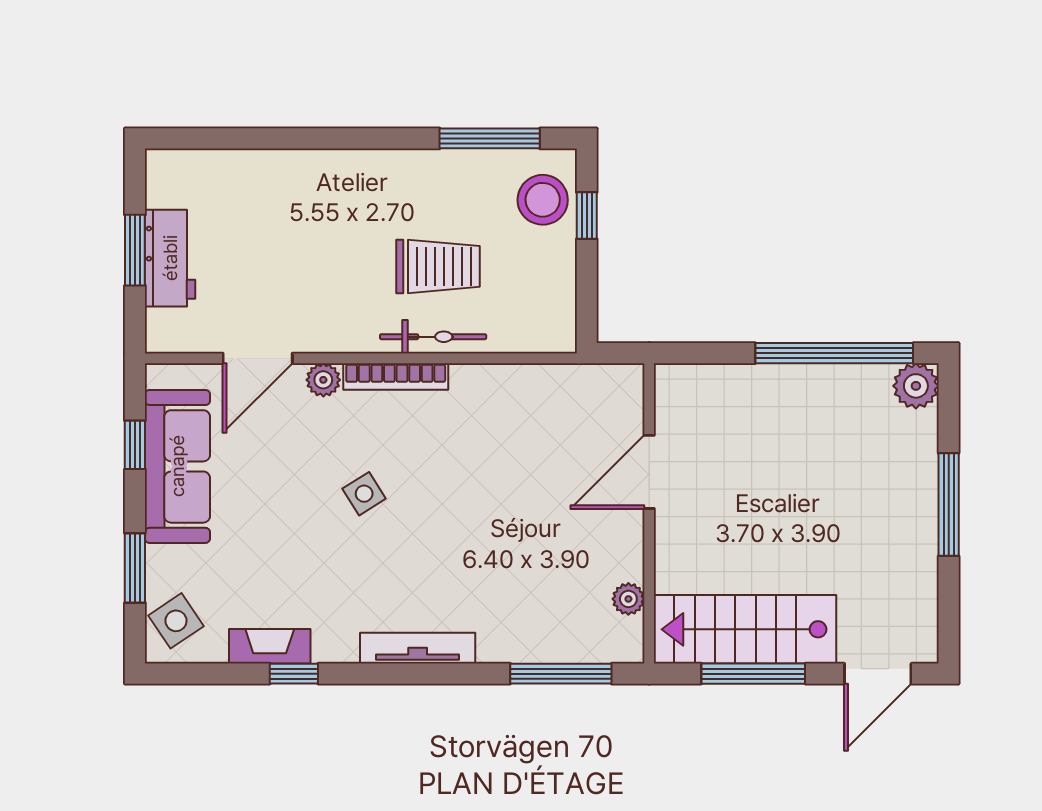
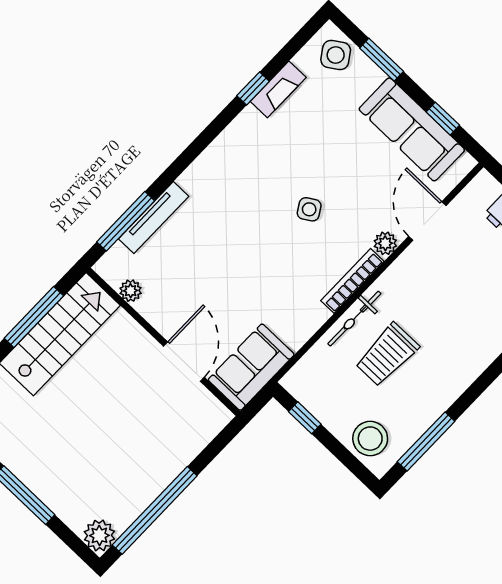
window: (587, 216) -> (305, 418), moved
sofa: (587, 396) -> (251, 367), added
tv unit: (418, 648) -> (154, 218), moved

